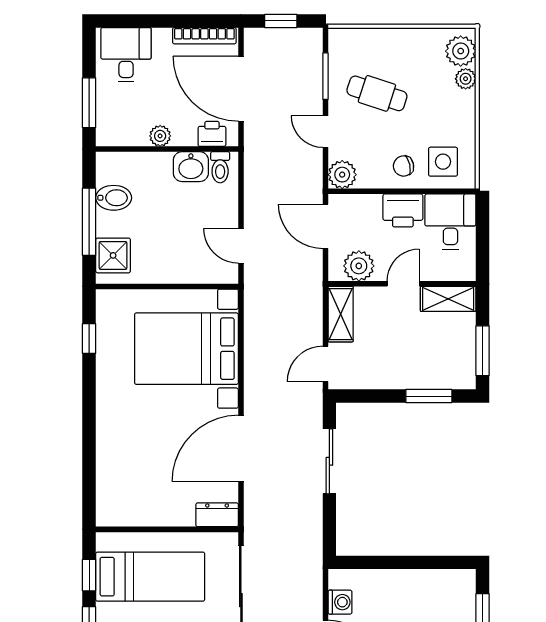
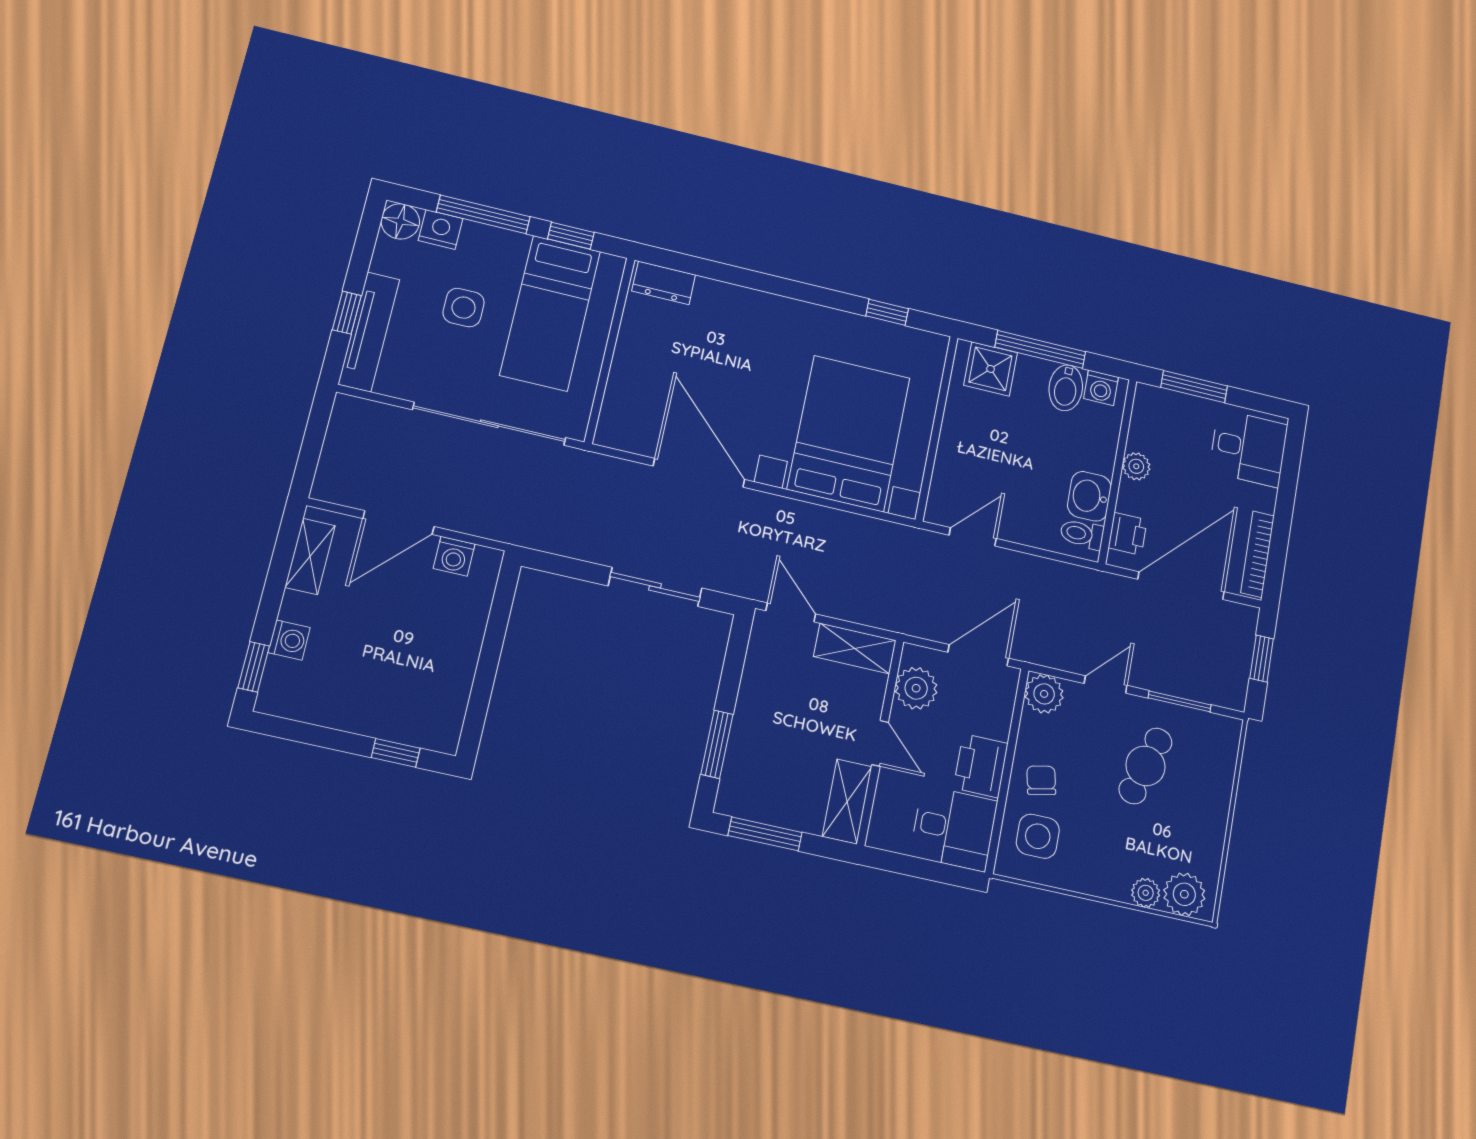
washing machine: (107, 172) -> (1101, 388), added
dresser: (217, 515) -> (664, 283), moved, turned 90

